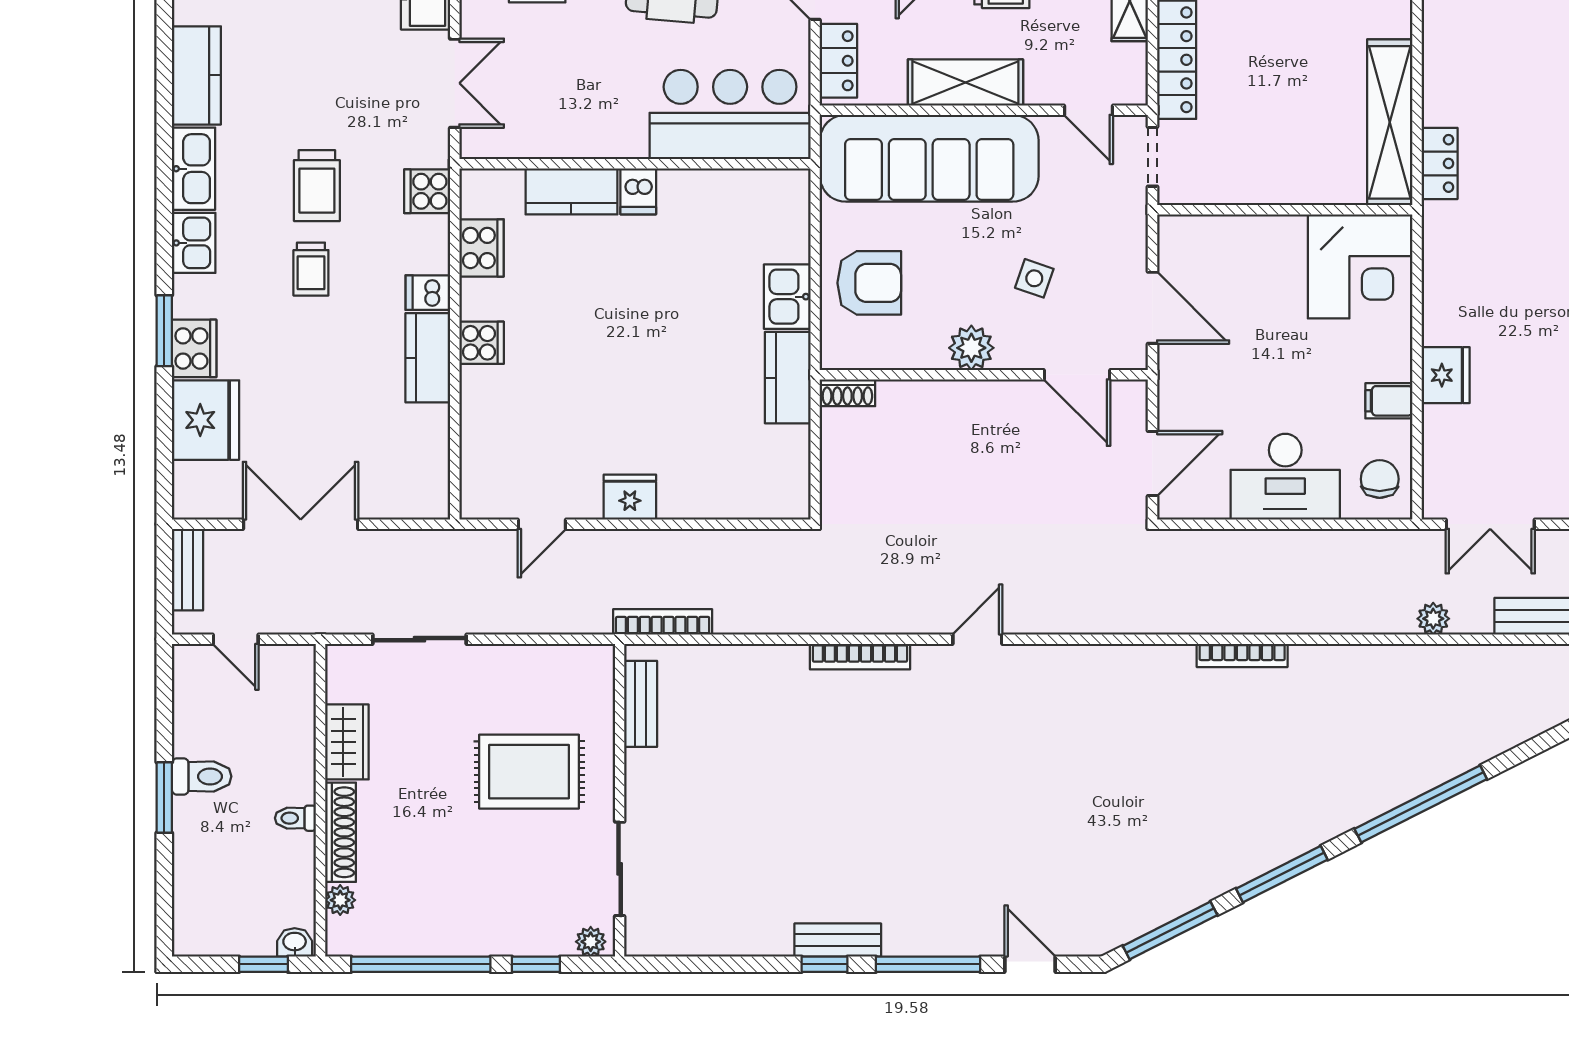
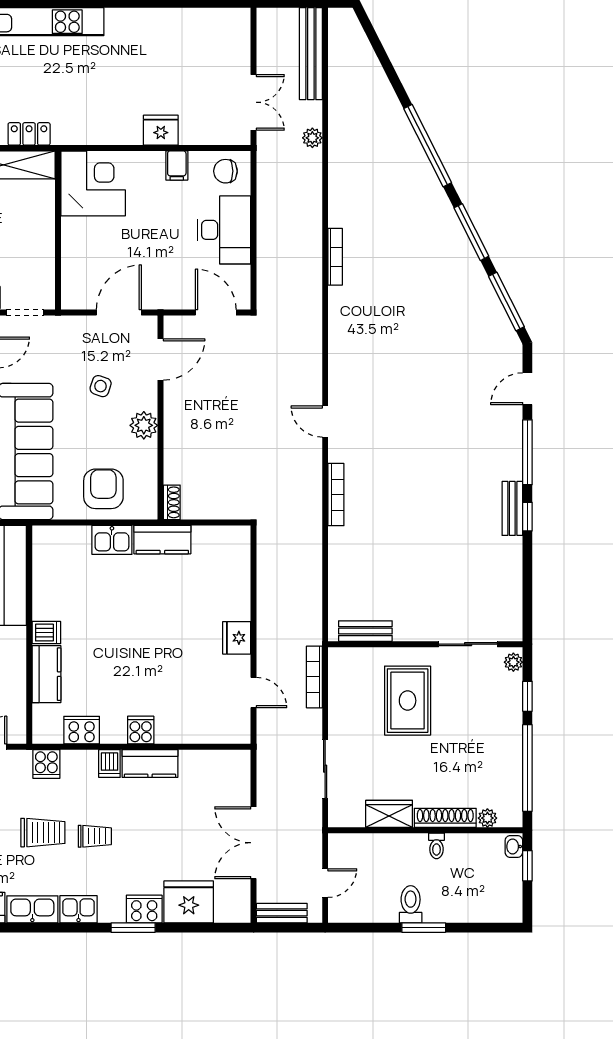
bookcase: (663, 622) -> (314, 677), moved

